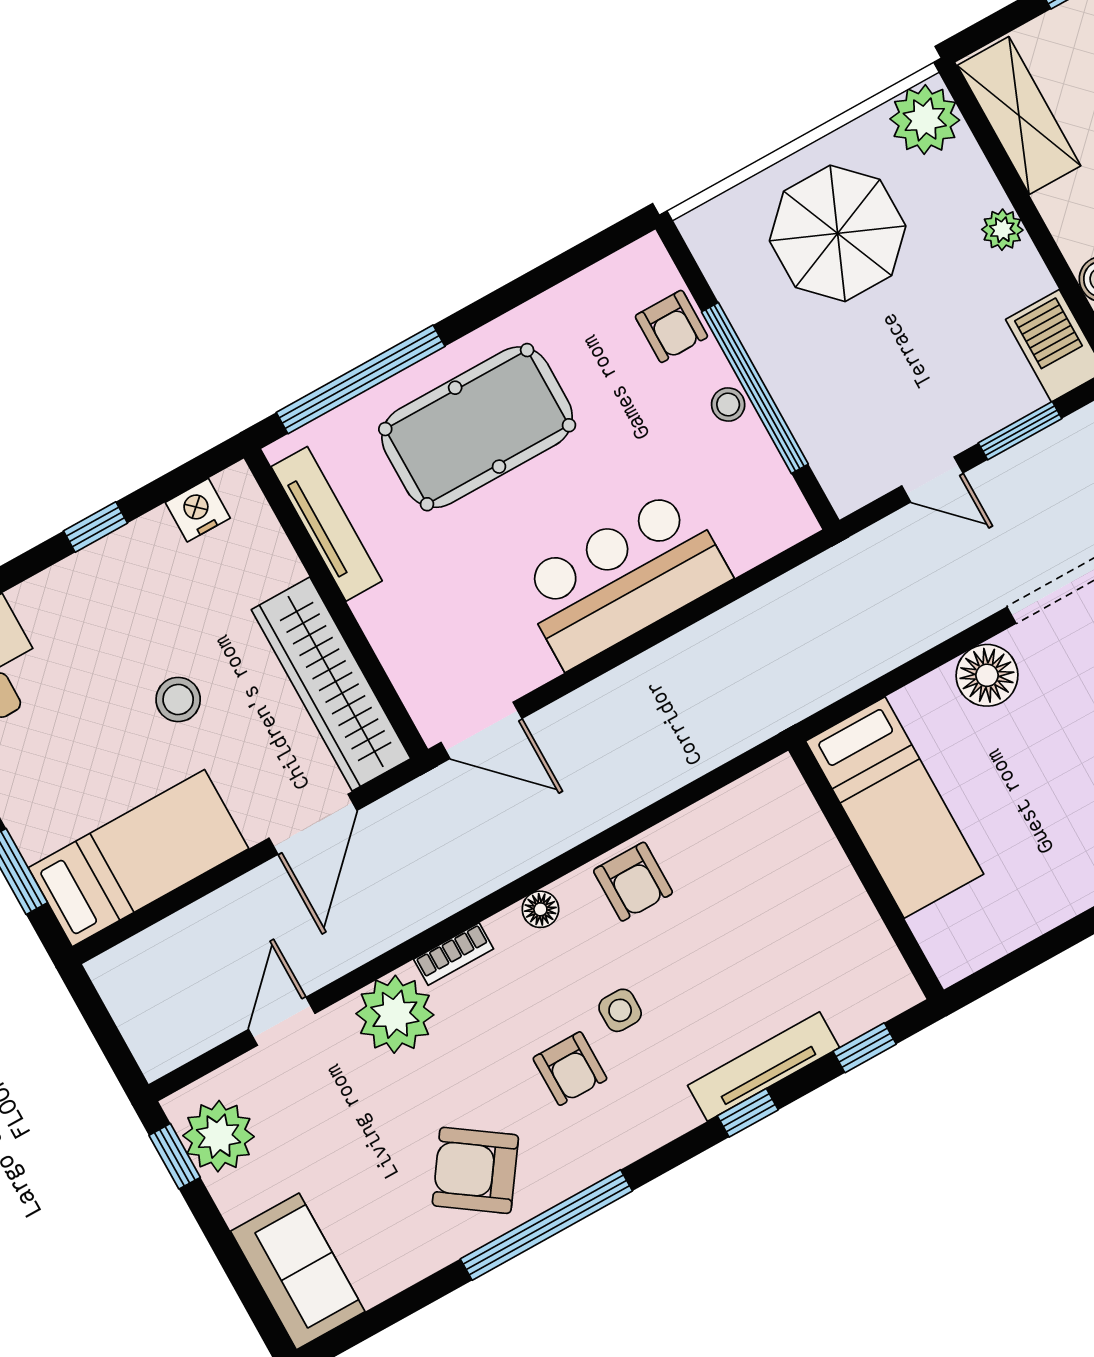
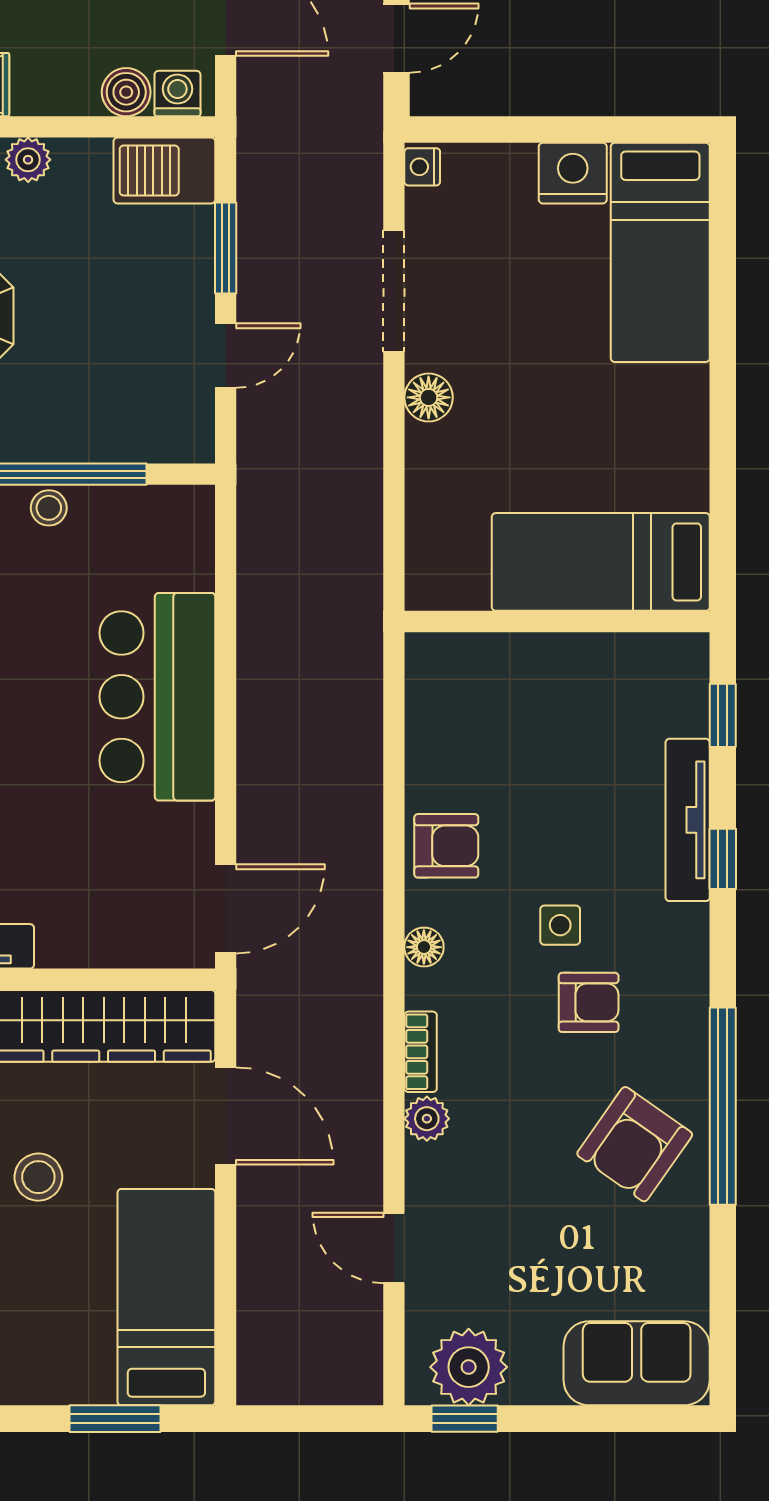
floor lamp: (987, 675) -> (429, 397), width x0.73, depth x0.73
bed: (895, 808) -> (601, 562), moved, turned 180
plant: (395, 1014) -> (427, 1119), width x0.53, depth x0.53

